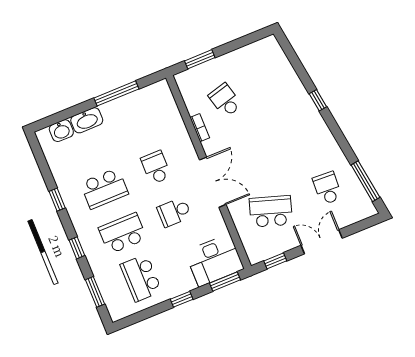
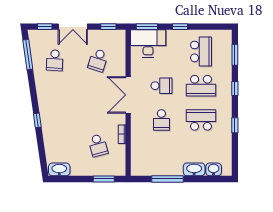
washbasin: (263, 48) -> (59, 169), added
school desk: (271, 211) -> (98, 60), width x0.54
window: (358, 227) -> (45, 27), added

